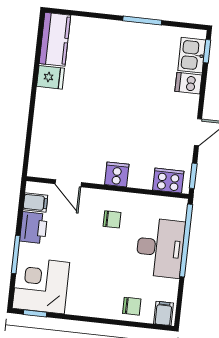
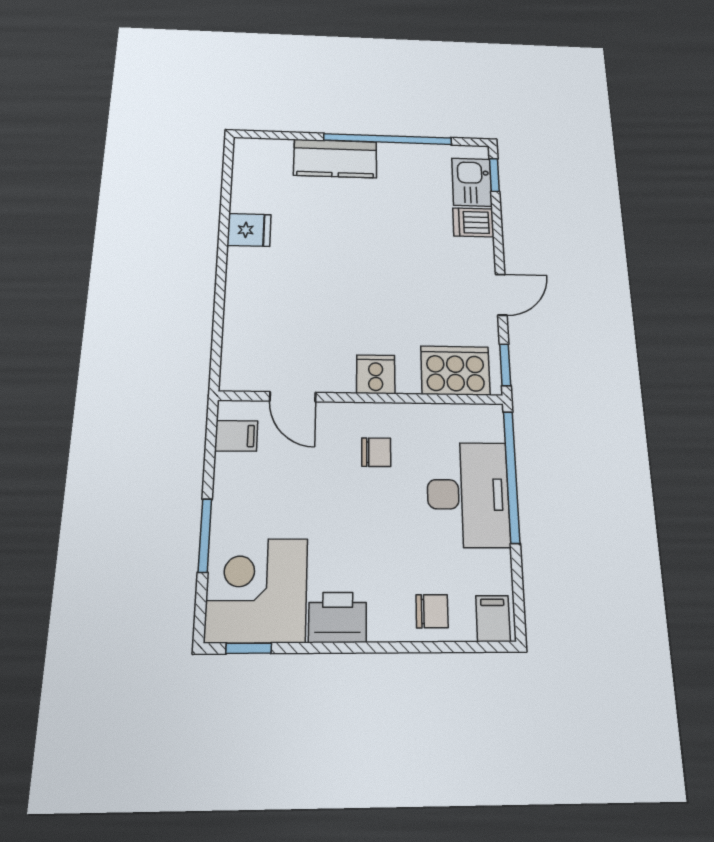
window: (142, 20) -> (388, 139), width x2.11
kitchen counter: (55, 39) -> (335, 159), moved, turned 90
cooker: (168, 181) -> (455, 370), width x1.37, depth x1.31
printer: (34, 228) -> (338, 617), moved, turned -90

